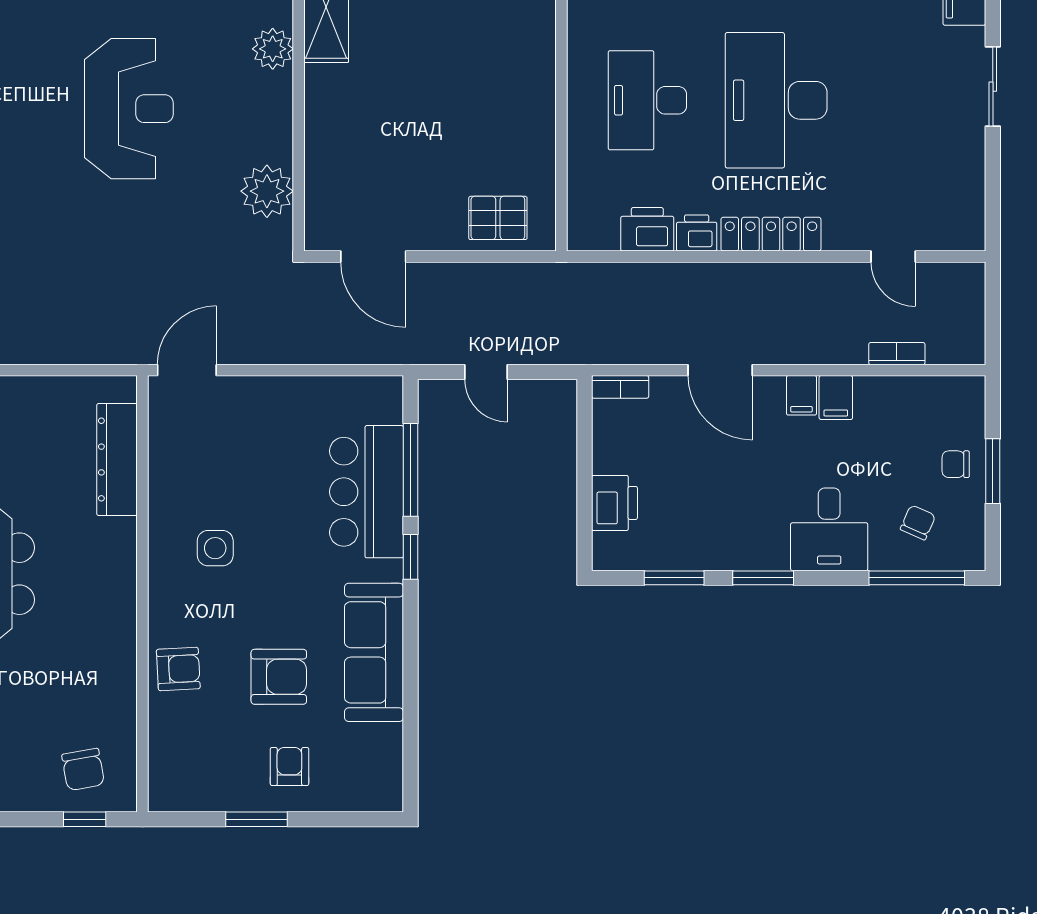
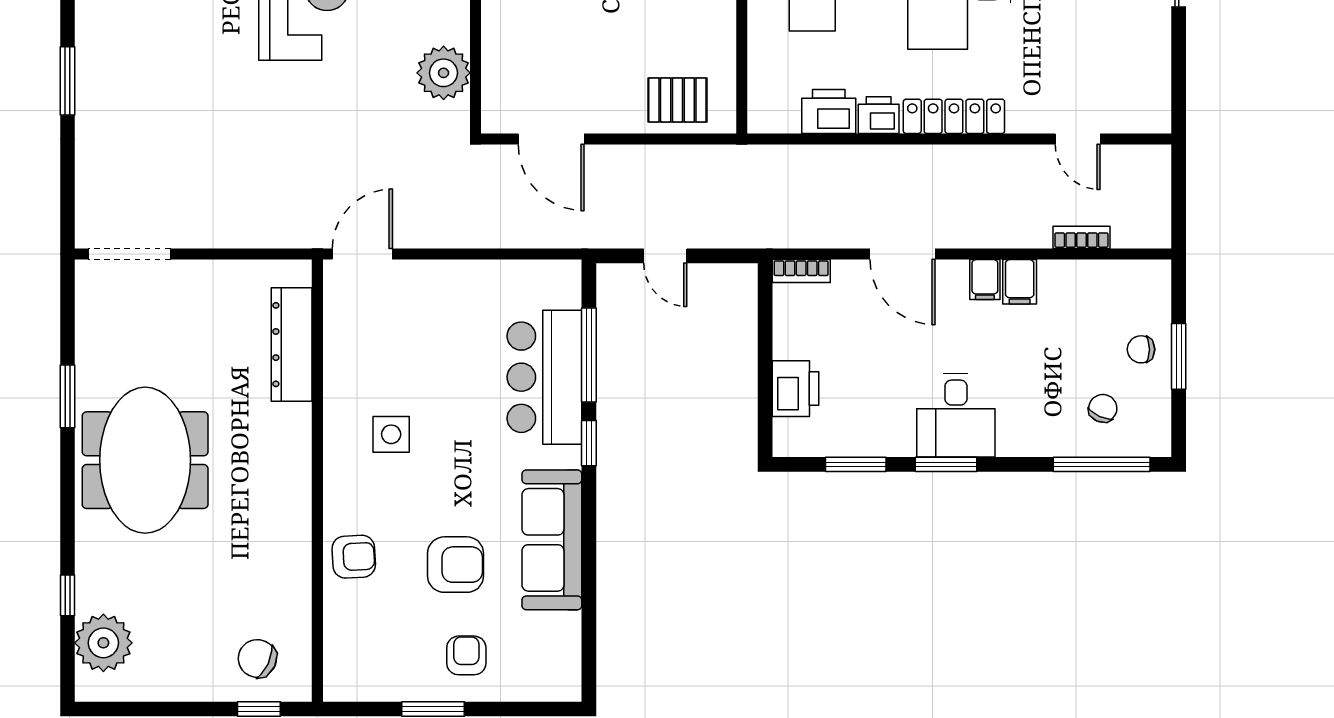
desk: (829, 529) -> (956, 415), moved
chair: (83, 769) -> (257, 658), turned 125

